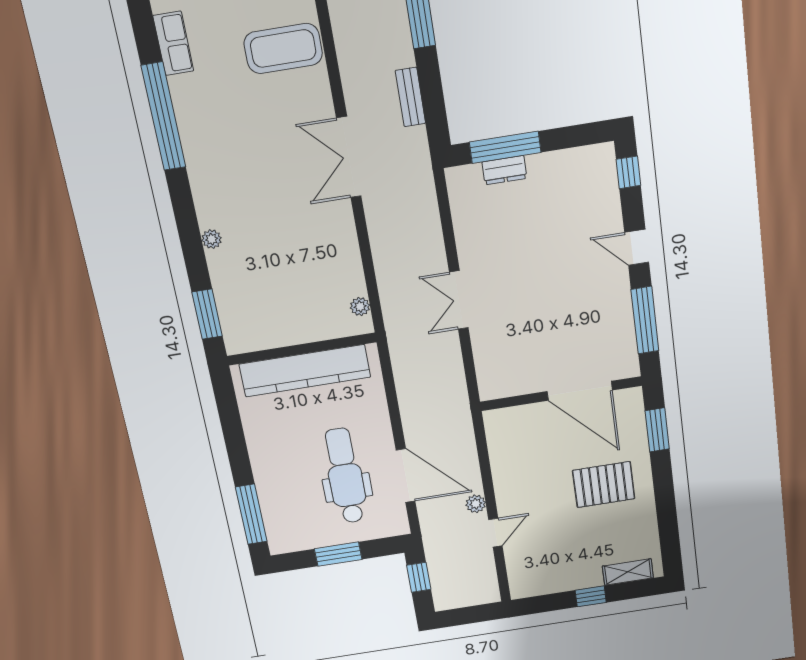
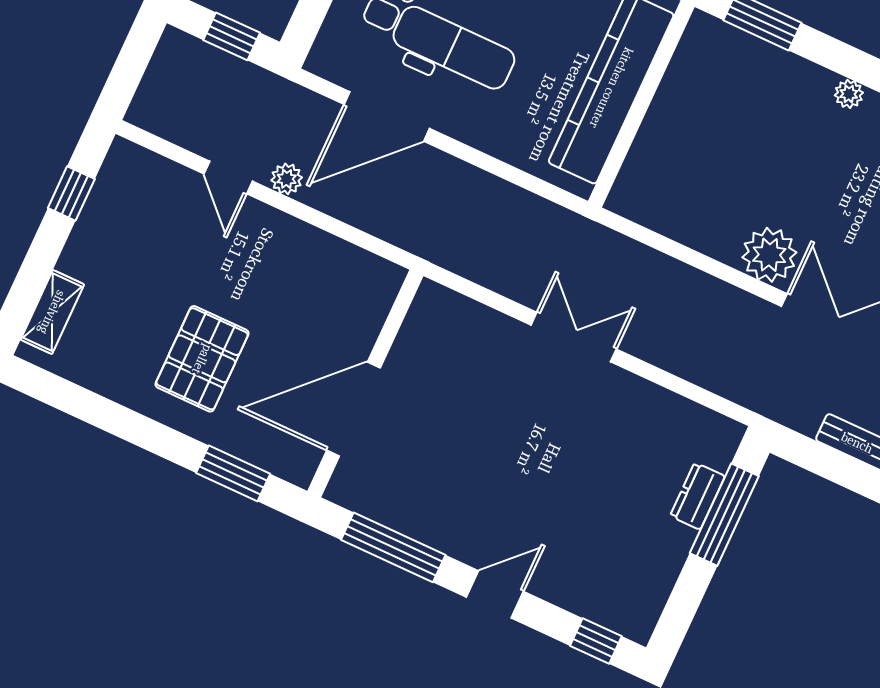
plant: (360, 307) -> (769, 255), moved, width x1.88, depth x1.88
window: (591, 596) -> (71, 194), moved

